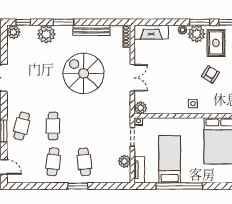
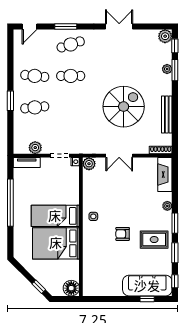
window: (63, 22) -> (175, 70), moved
plant: (46, 34) -> (167, 69), width x0.53, depth x0.53
plant: (197, 34) -> (163, 220), removed
armchair: (210, 74) -> (123, 234), turned 148
cafe table: (22, 126) -> (71, 44), turned -33
bed: (170, 159) -> (55, 216), moved, turned 180

